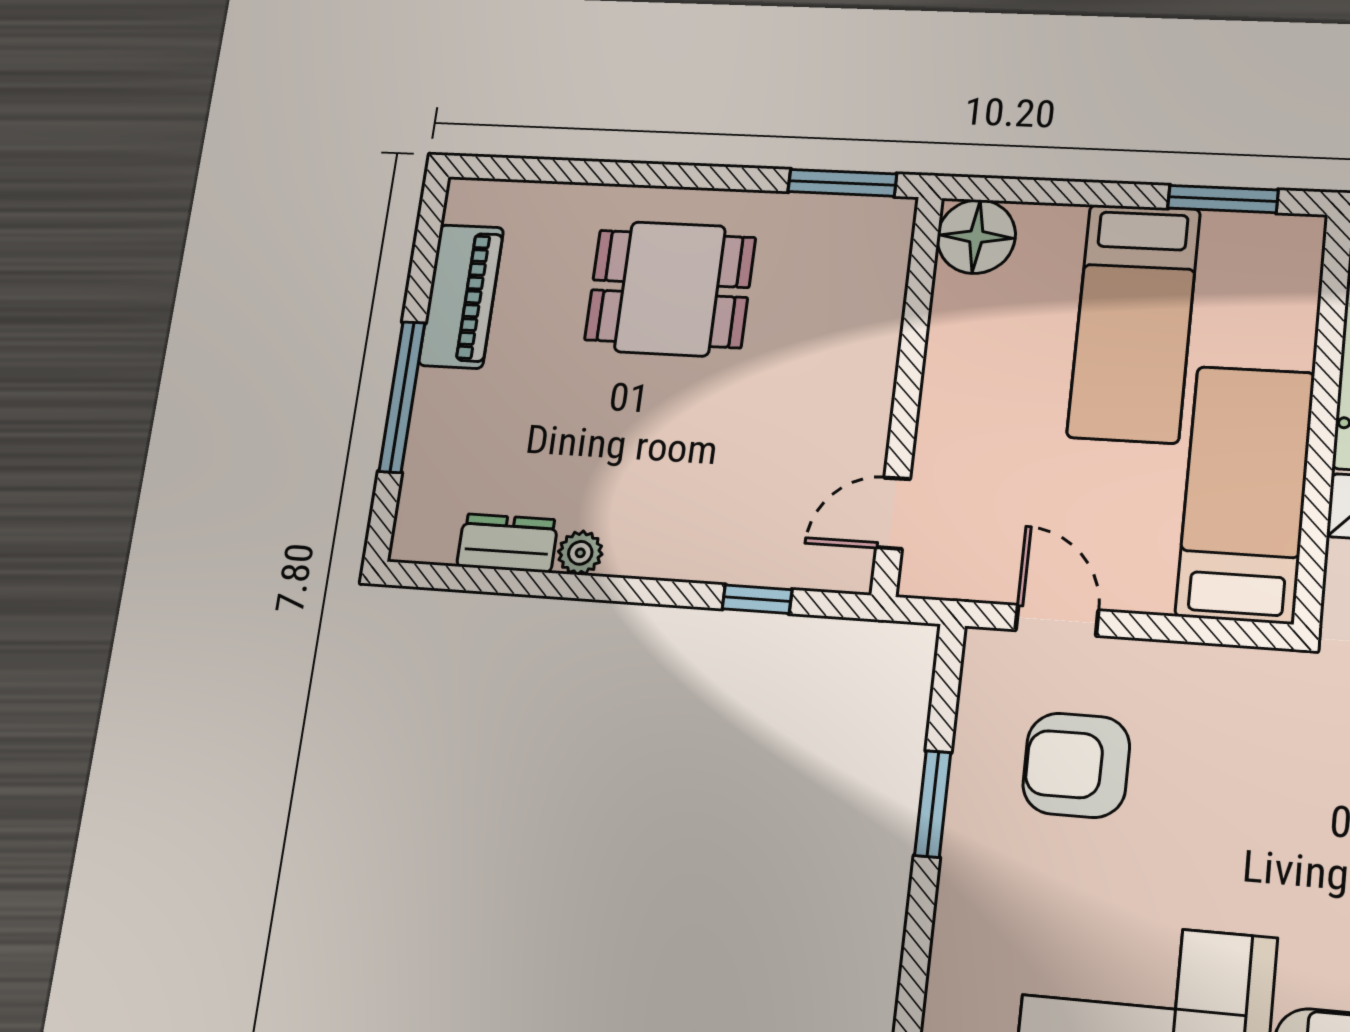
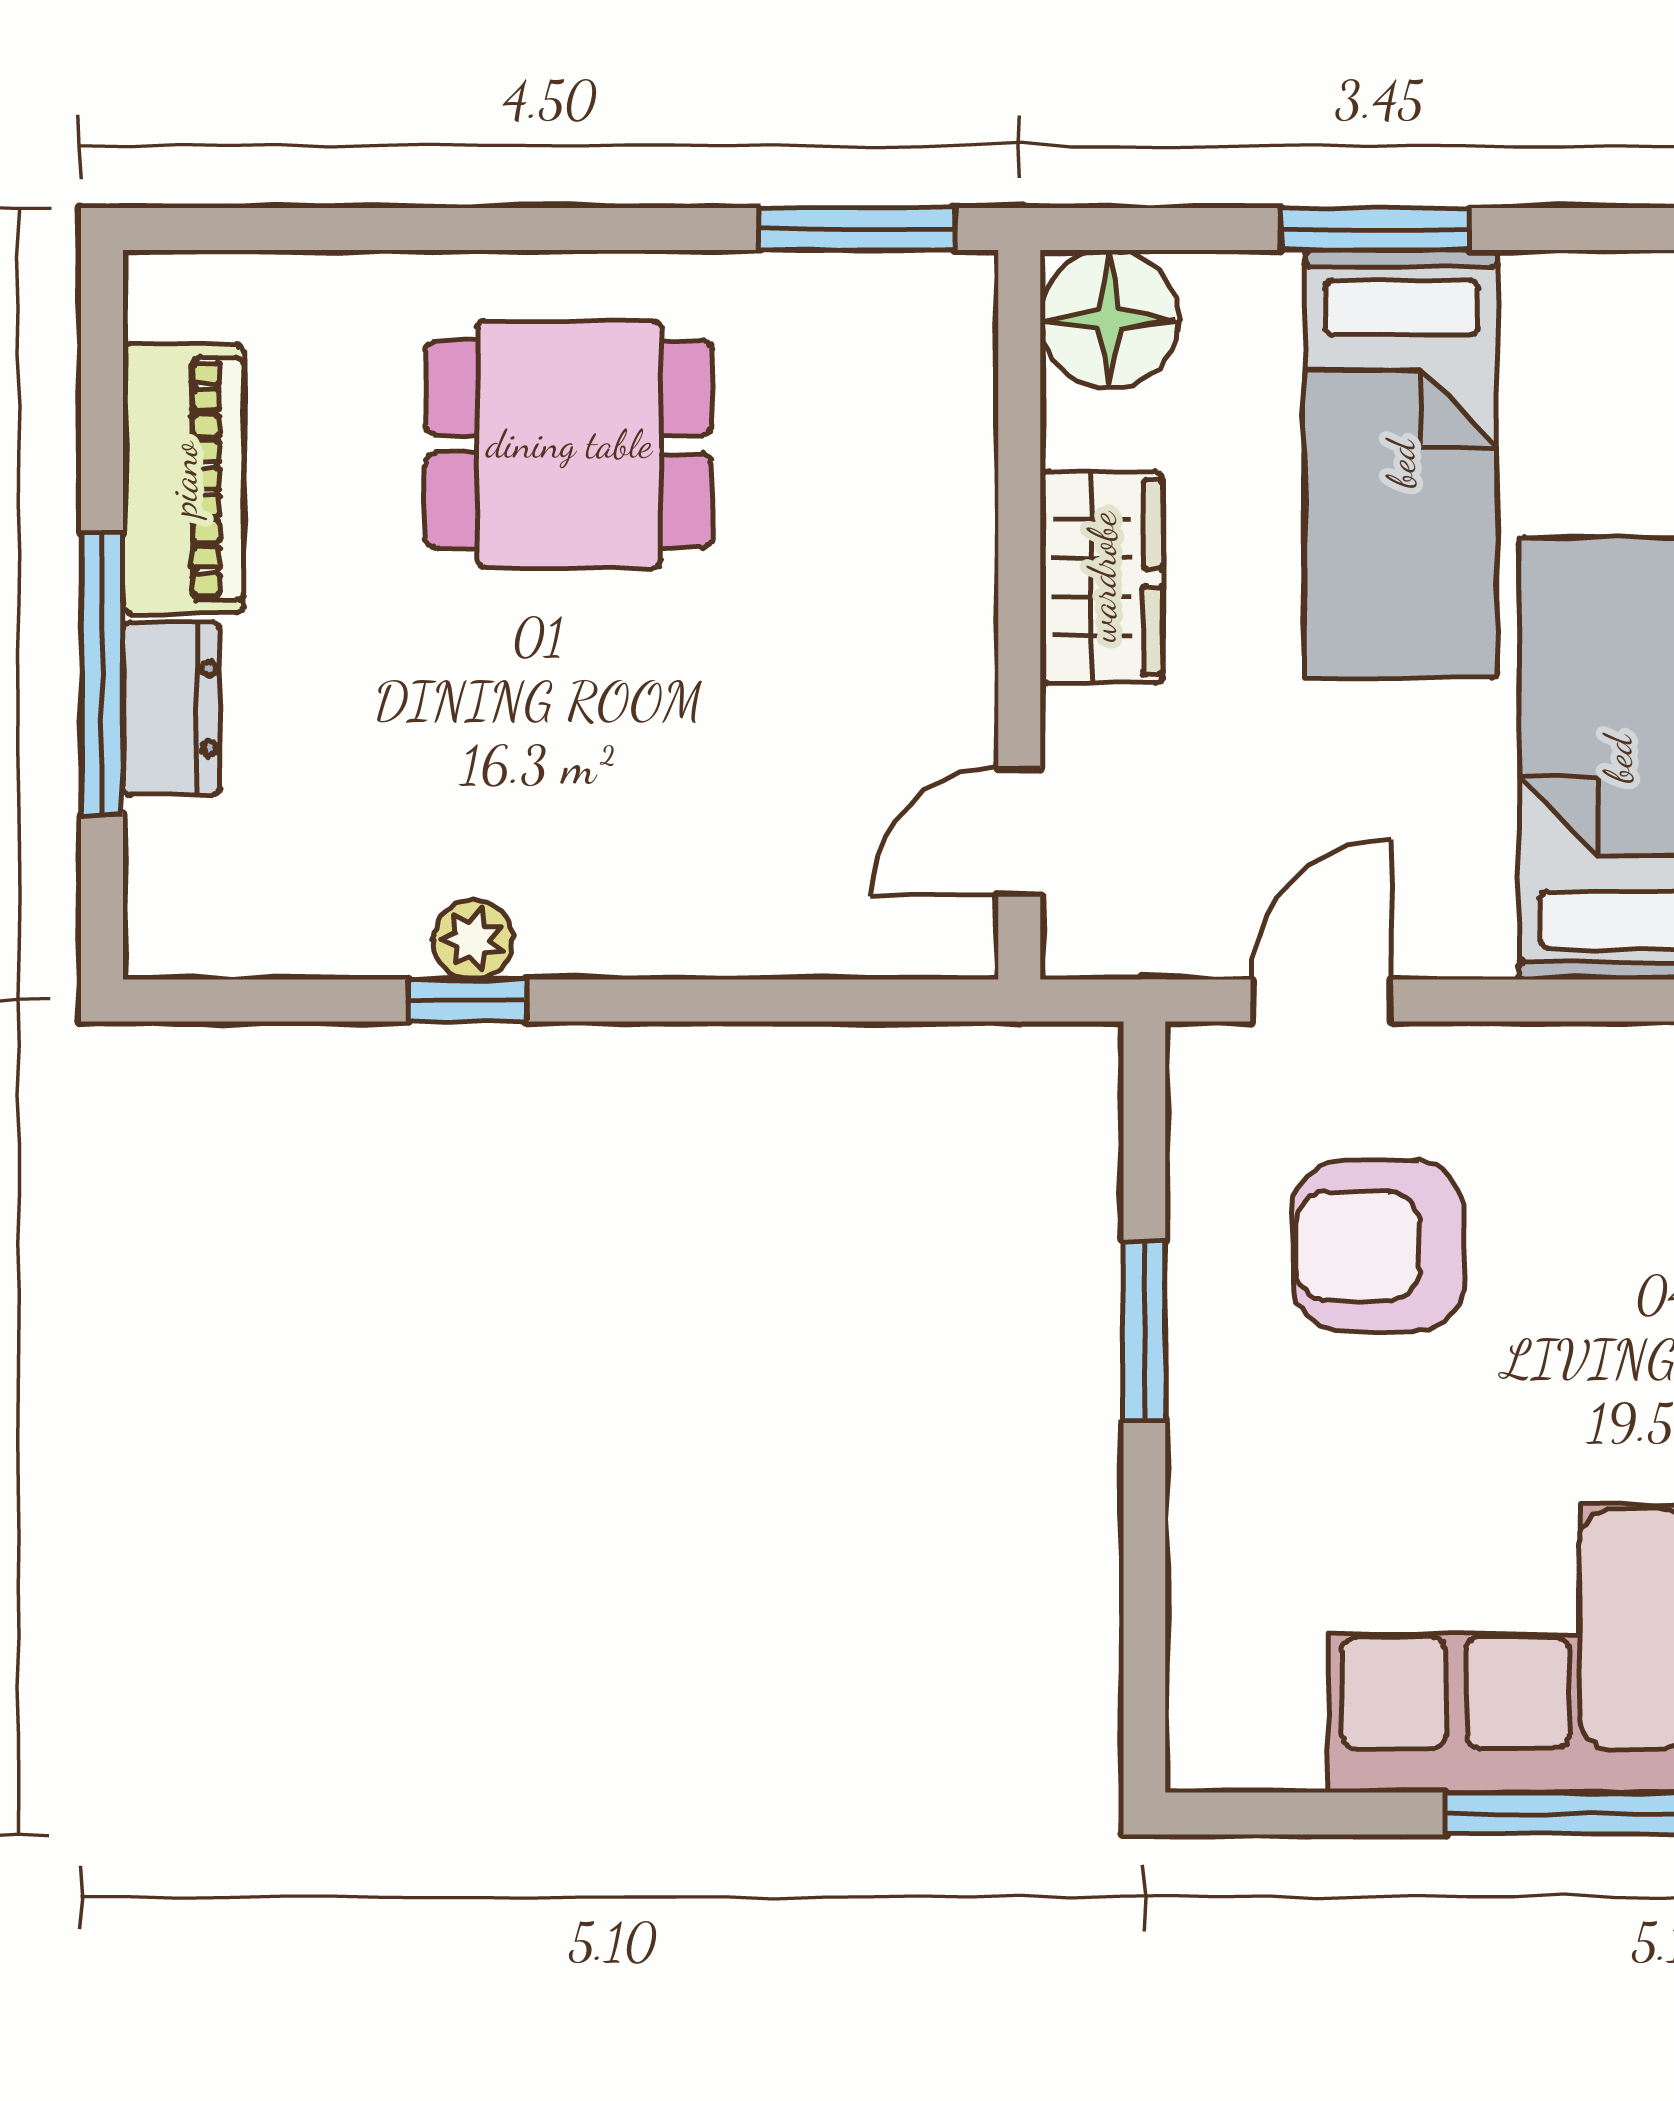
window: (1223, 199) -> (1376, 229), moved
wardrobe: (956, 376) -> (1102, 577), added
dresser: (507, 543) -> (171, 708), moved, turned 90
window: (757, 599) -> (467, 1000), moved
door: (1057, 620) -> (1321, 1000), hinge flipped

